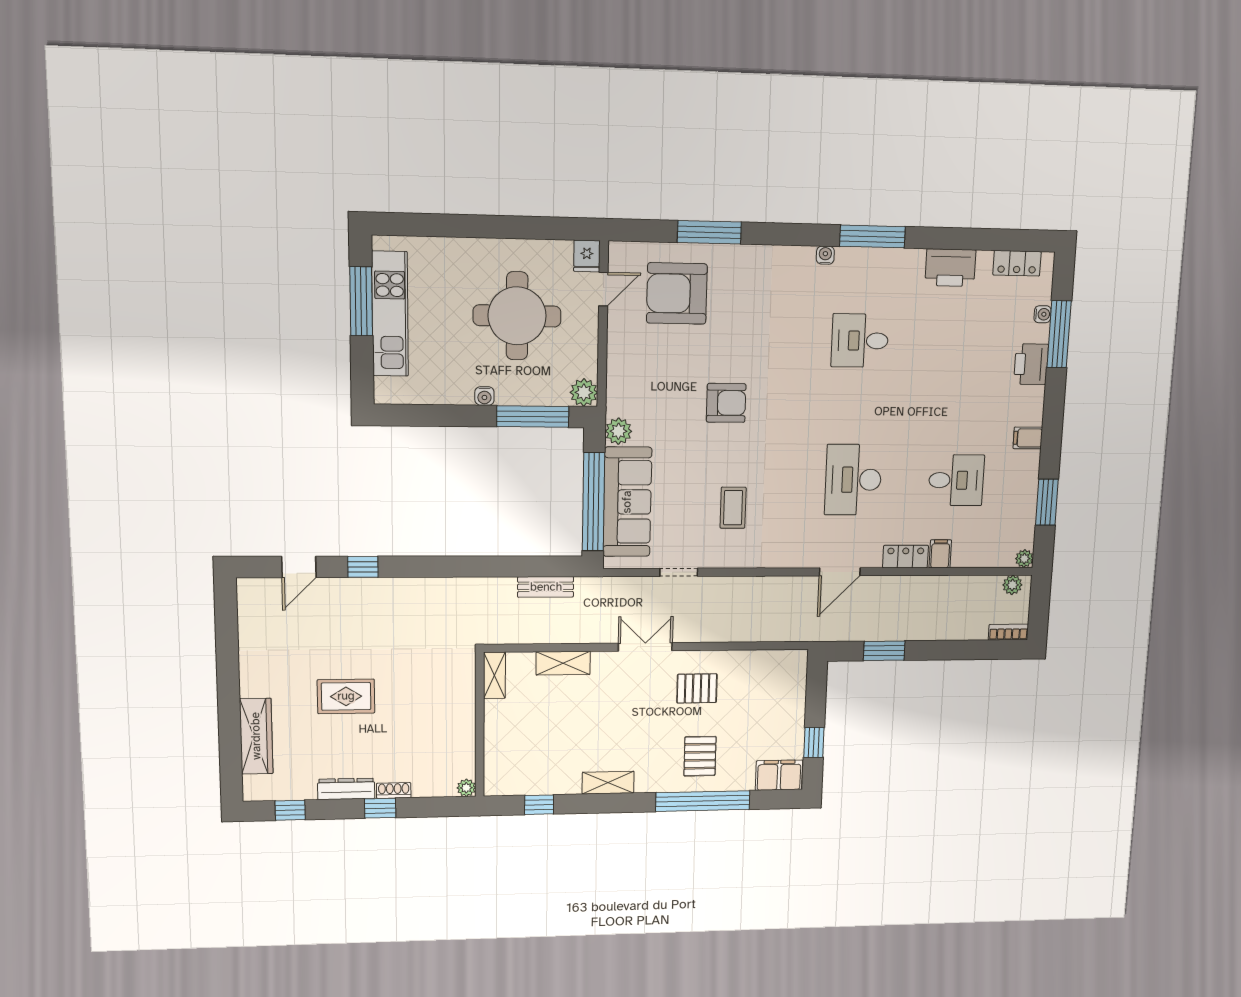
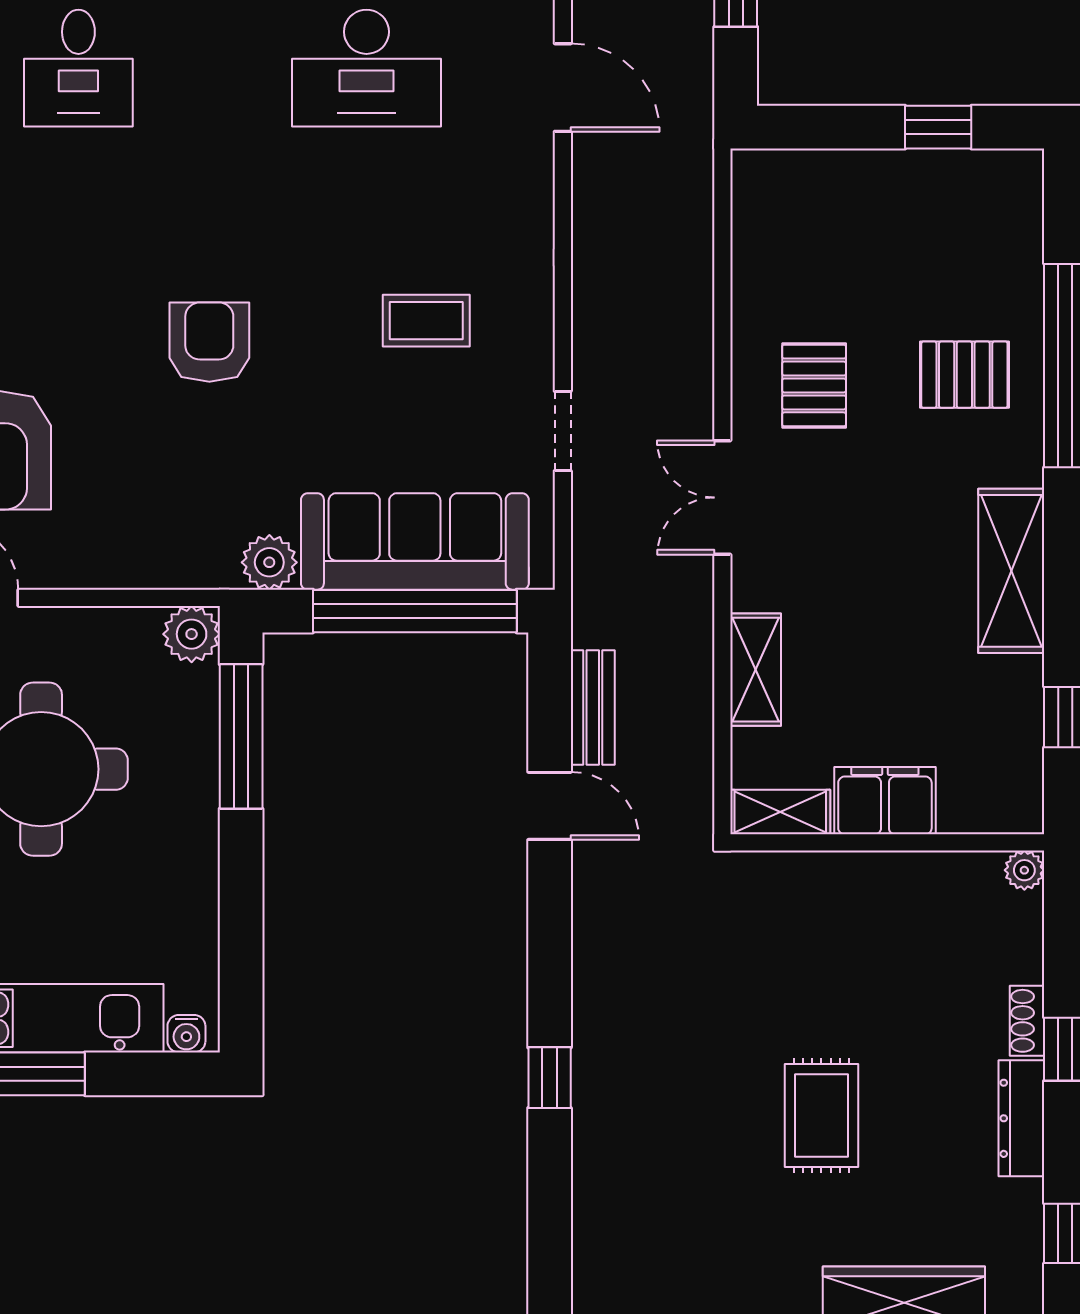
water cooler: (484, 396) -> (186, 1034), moved, turned 90
door: (299, 567) -> (550, 806), moved
filing cabinet: (779, 775) -> (885, 801), moved, turned 90
shelving: (608, 783) -> (1011, 571), width x1.50, depth x1.33

